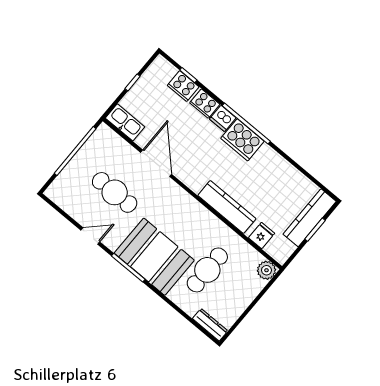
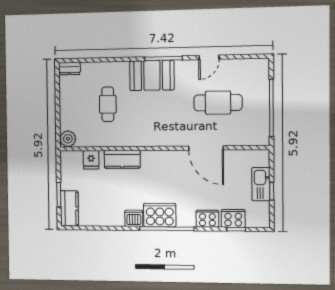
dishwasher: (223, 118) -> (134, 218), moved
kitchen sink: (125, 122) -> (261, 184), moved, turned 90
kitchen counter: (227, 207) -> (122, 159), width x0.67
kitchen counter: (310, 218) -> (69, 208), width x0.67
booth: (154, 257) -> (152, 75), width x0.73, depth x0.70
cafe table: (207, 270) -> (108, 104), width x0.73, depth x0.74
dresser: (210, 325) -> (69, 69), width x0.70

